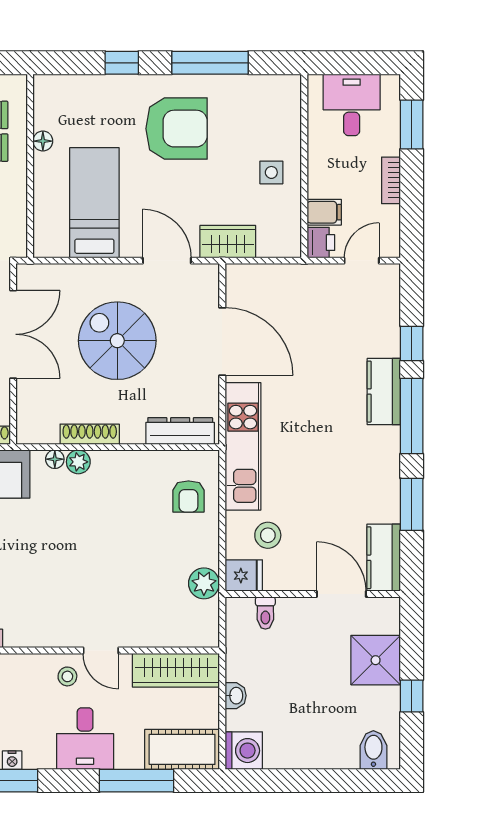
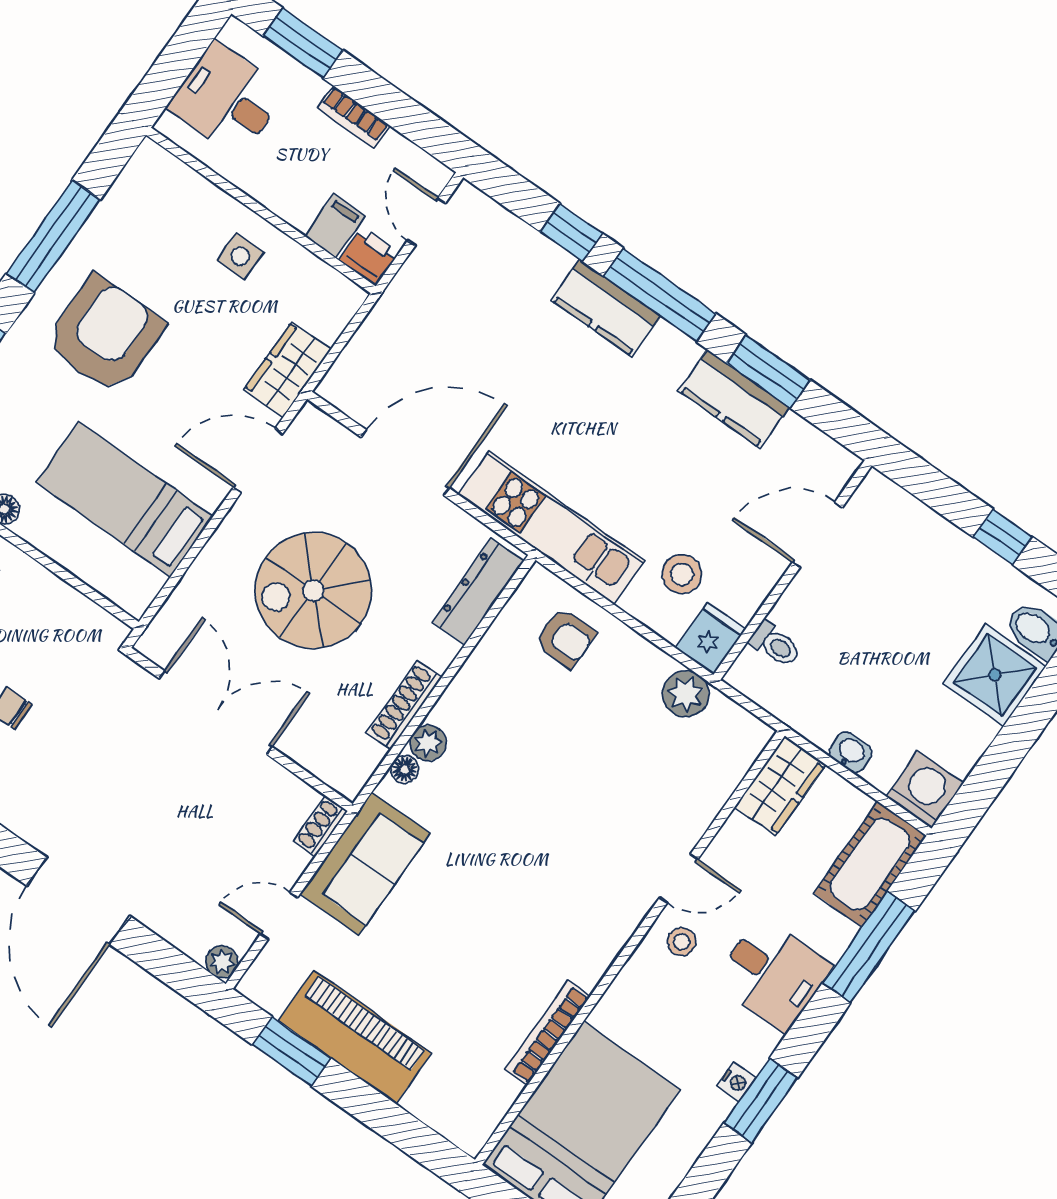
kitchen counter: (384, 558) -> (734, 399), moved
shower: (376, 660) -> (995, 675), moved
wardrobe: (176, 670) -> (780, 786), width x0.67

